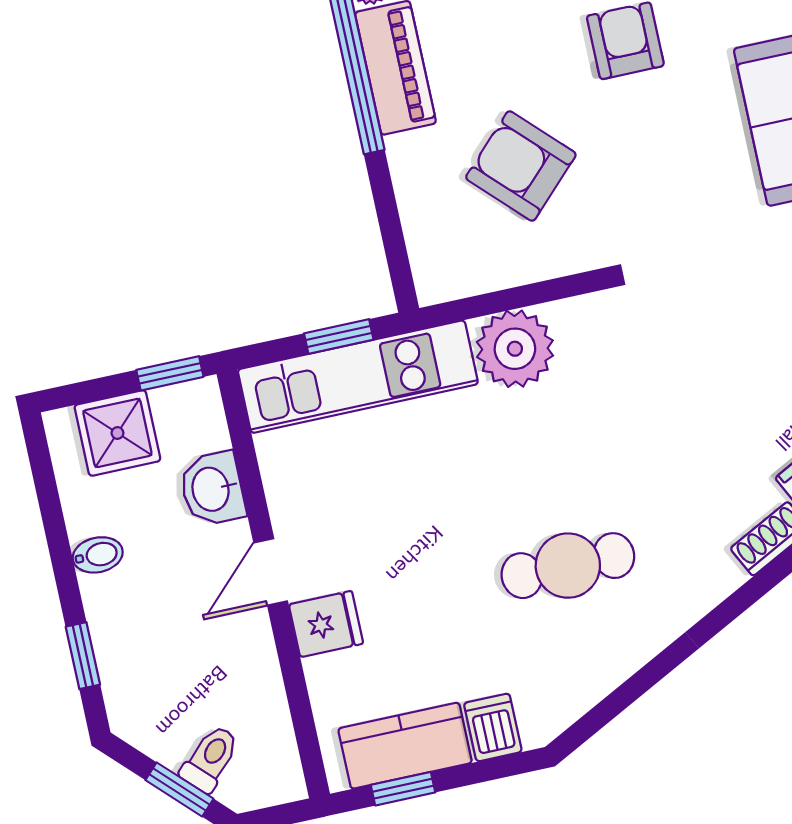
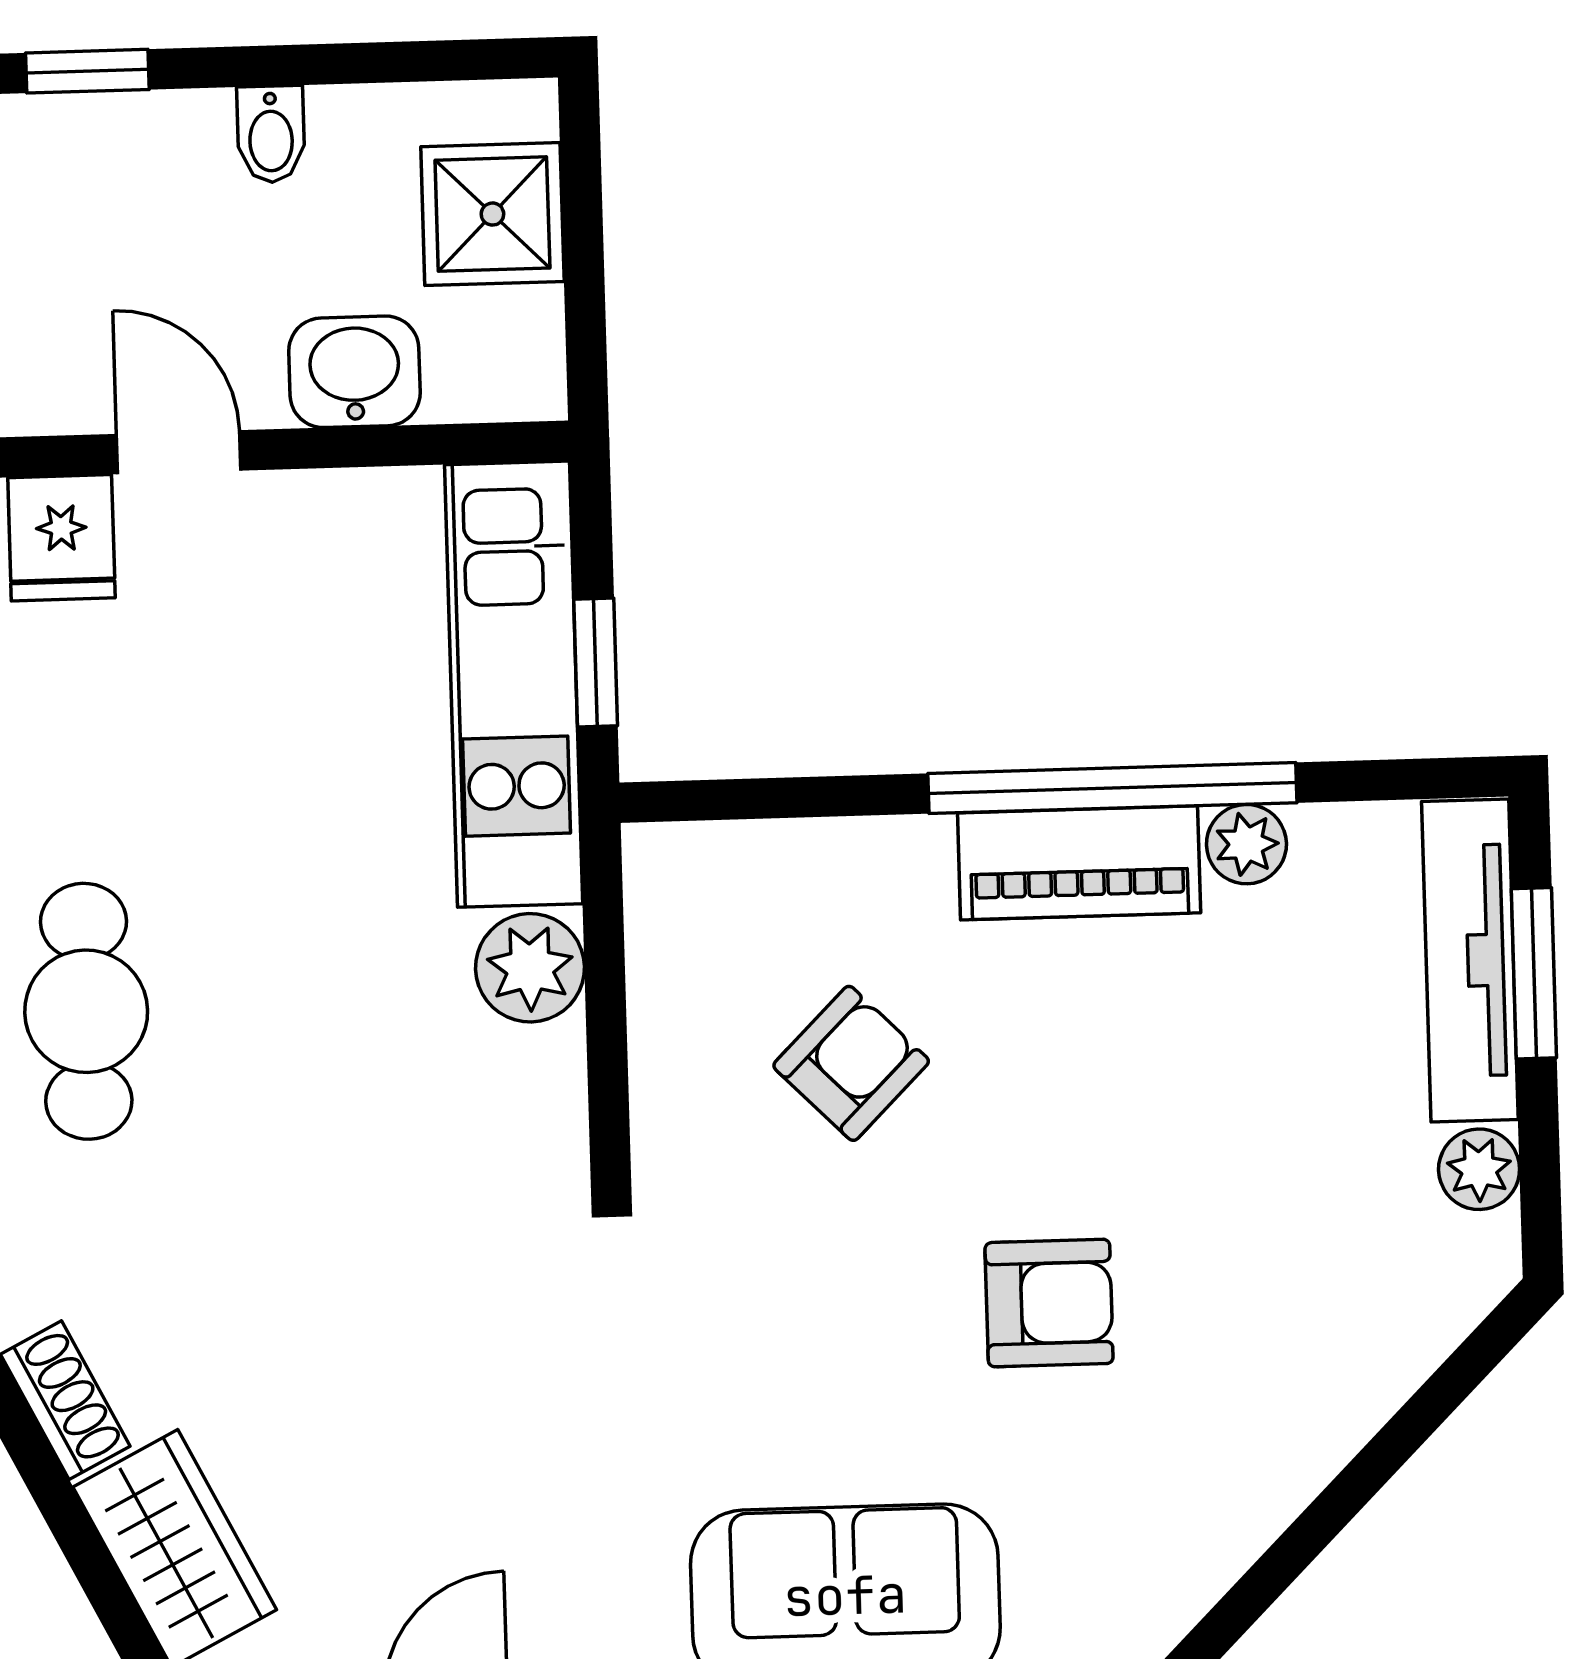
armchair: (521, 166) -> (851, 1063), width x0.72, depth x0.72
plant: (515, 349) -> (530, 968), width x0.73, depth x0.73
window: (170, 373) -> (586, 333), removed

